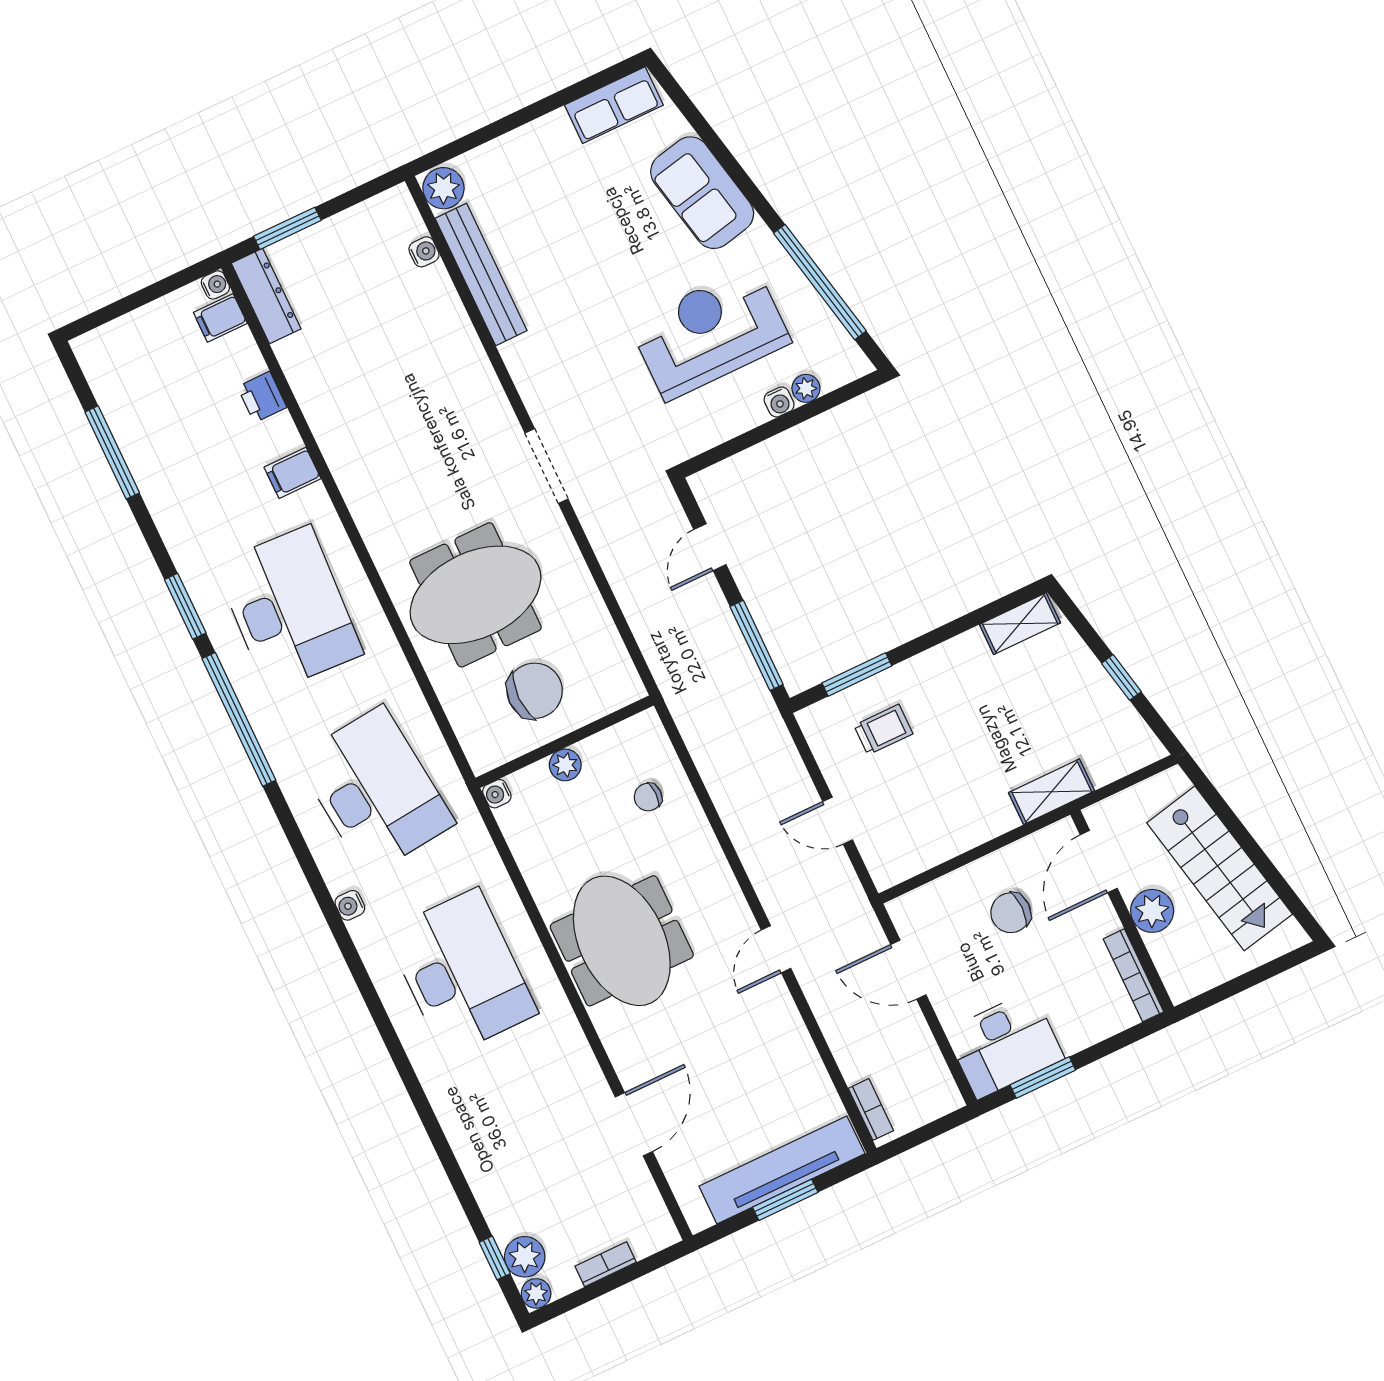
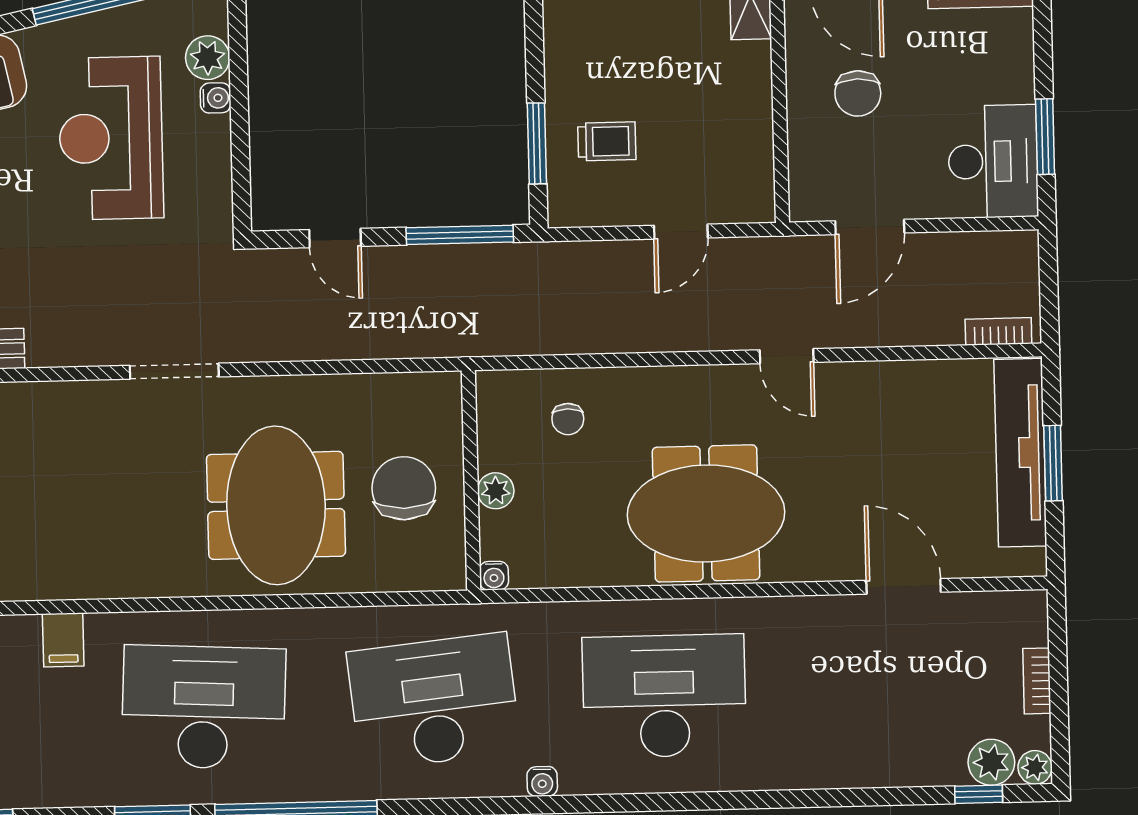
plant: (806, 388) -> (208, 58), width x1.38, depth x1.38
trolley: (883, 730) -> (607, 141), turned 90

